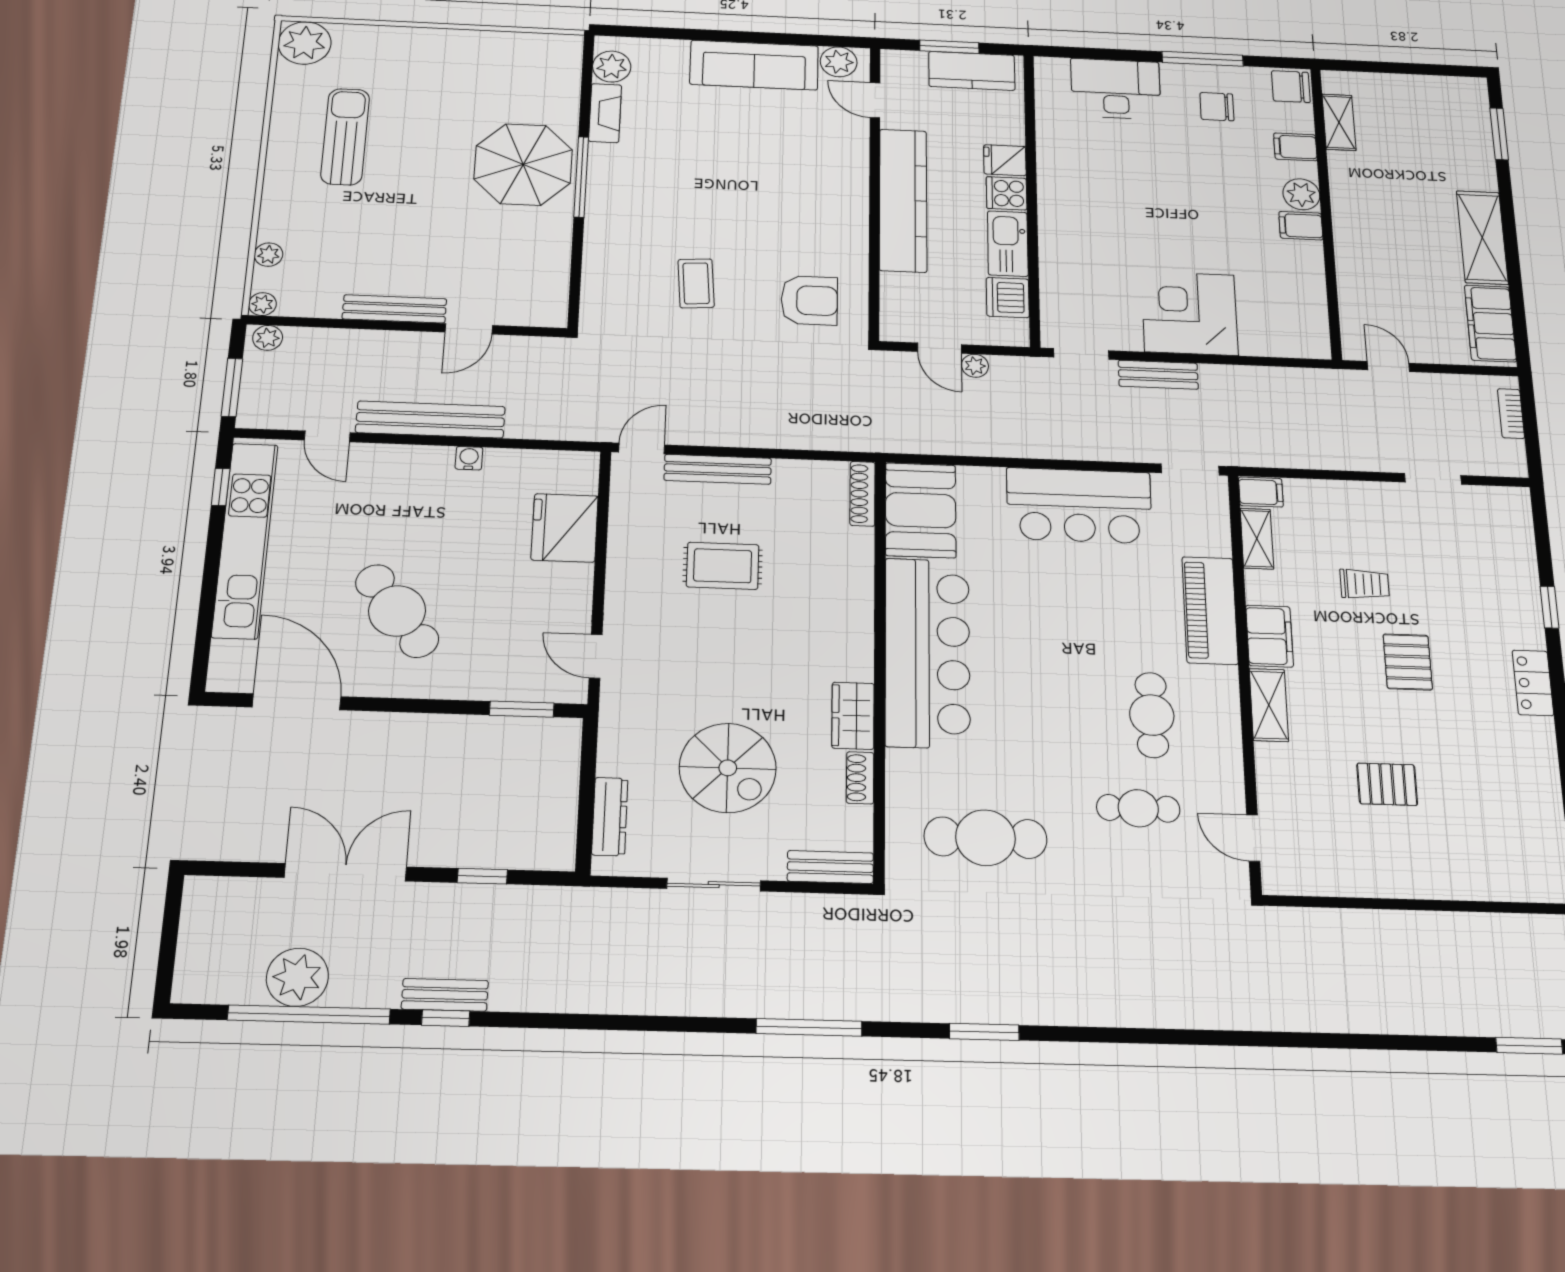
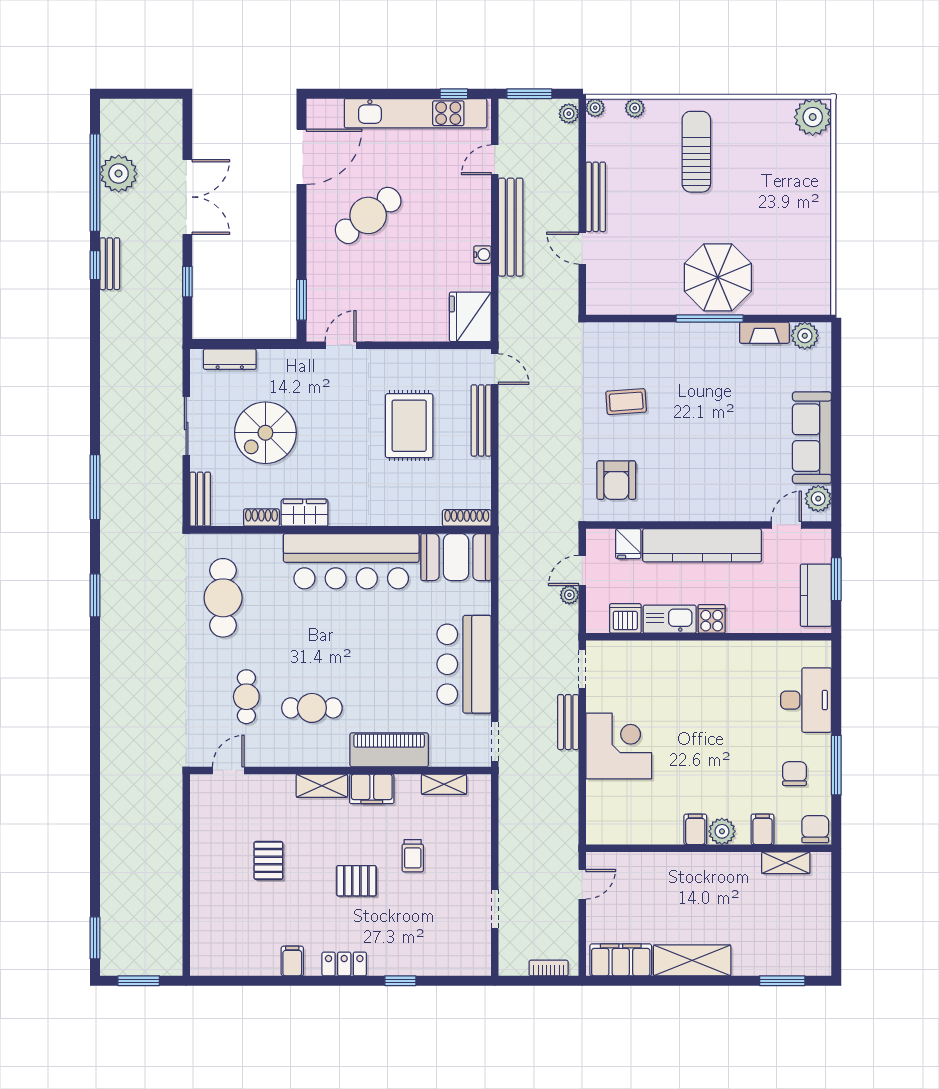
sun lounger: (345, 137) -> (696, 152), moved, turned -90
fridge: (1005, 160) -> (628, 544), moved, turned 180
filing cabinet: (1261, 492) -> (292, 961), moved, turned 180
fridge: (565, 528) -> (470, 317), moved, turned -90
rug: (723, 566) -> (409, 426), width x1.36, depth x1.43

